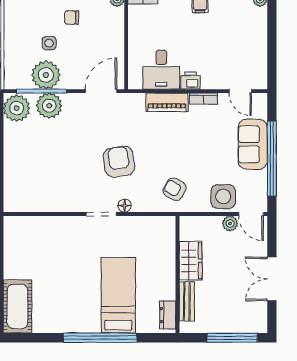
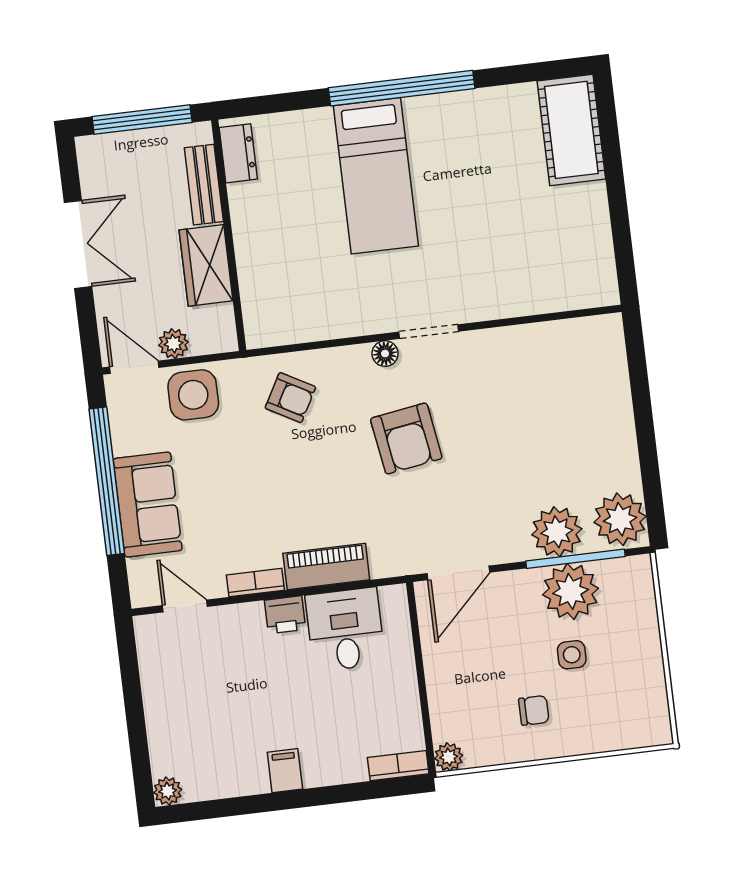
wardrobe: (191, 261) -> (206, 265), moved
wall: (177, 274) -> (229, 235), moved
bench: (187, 301) -> (204, 185), moved
dresser: (168, 315) -> (238, 153), moved

